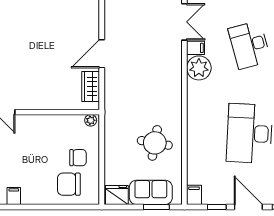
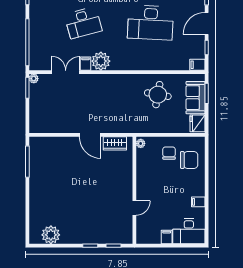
chair: (69, 184) -> (189, 160), turned -90

